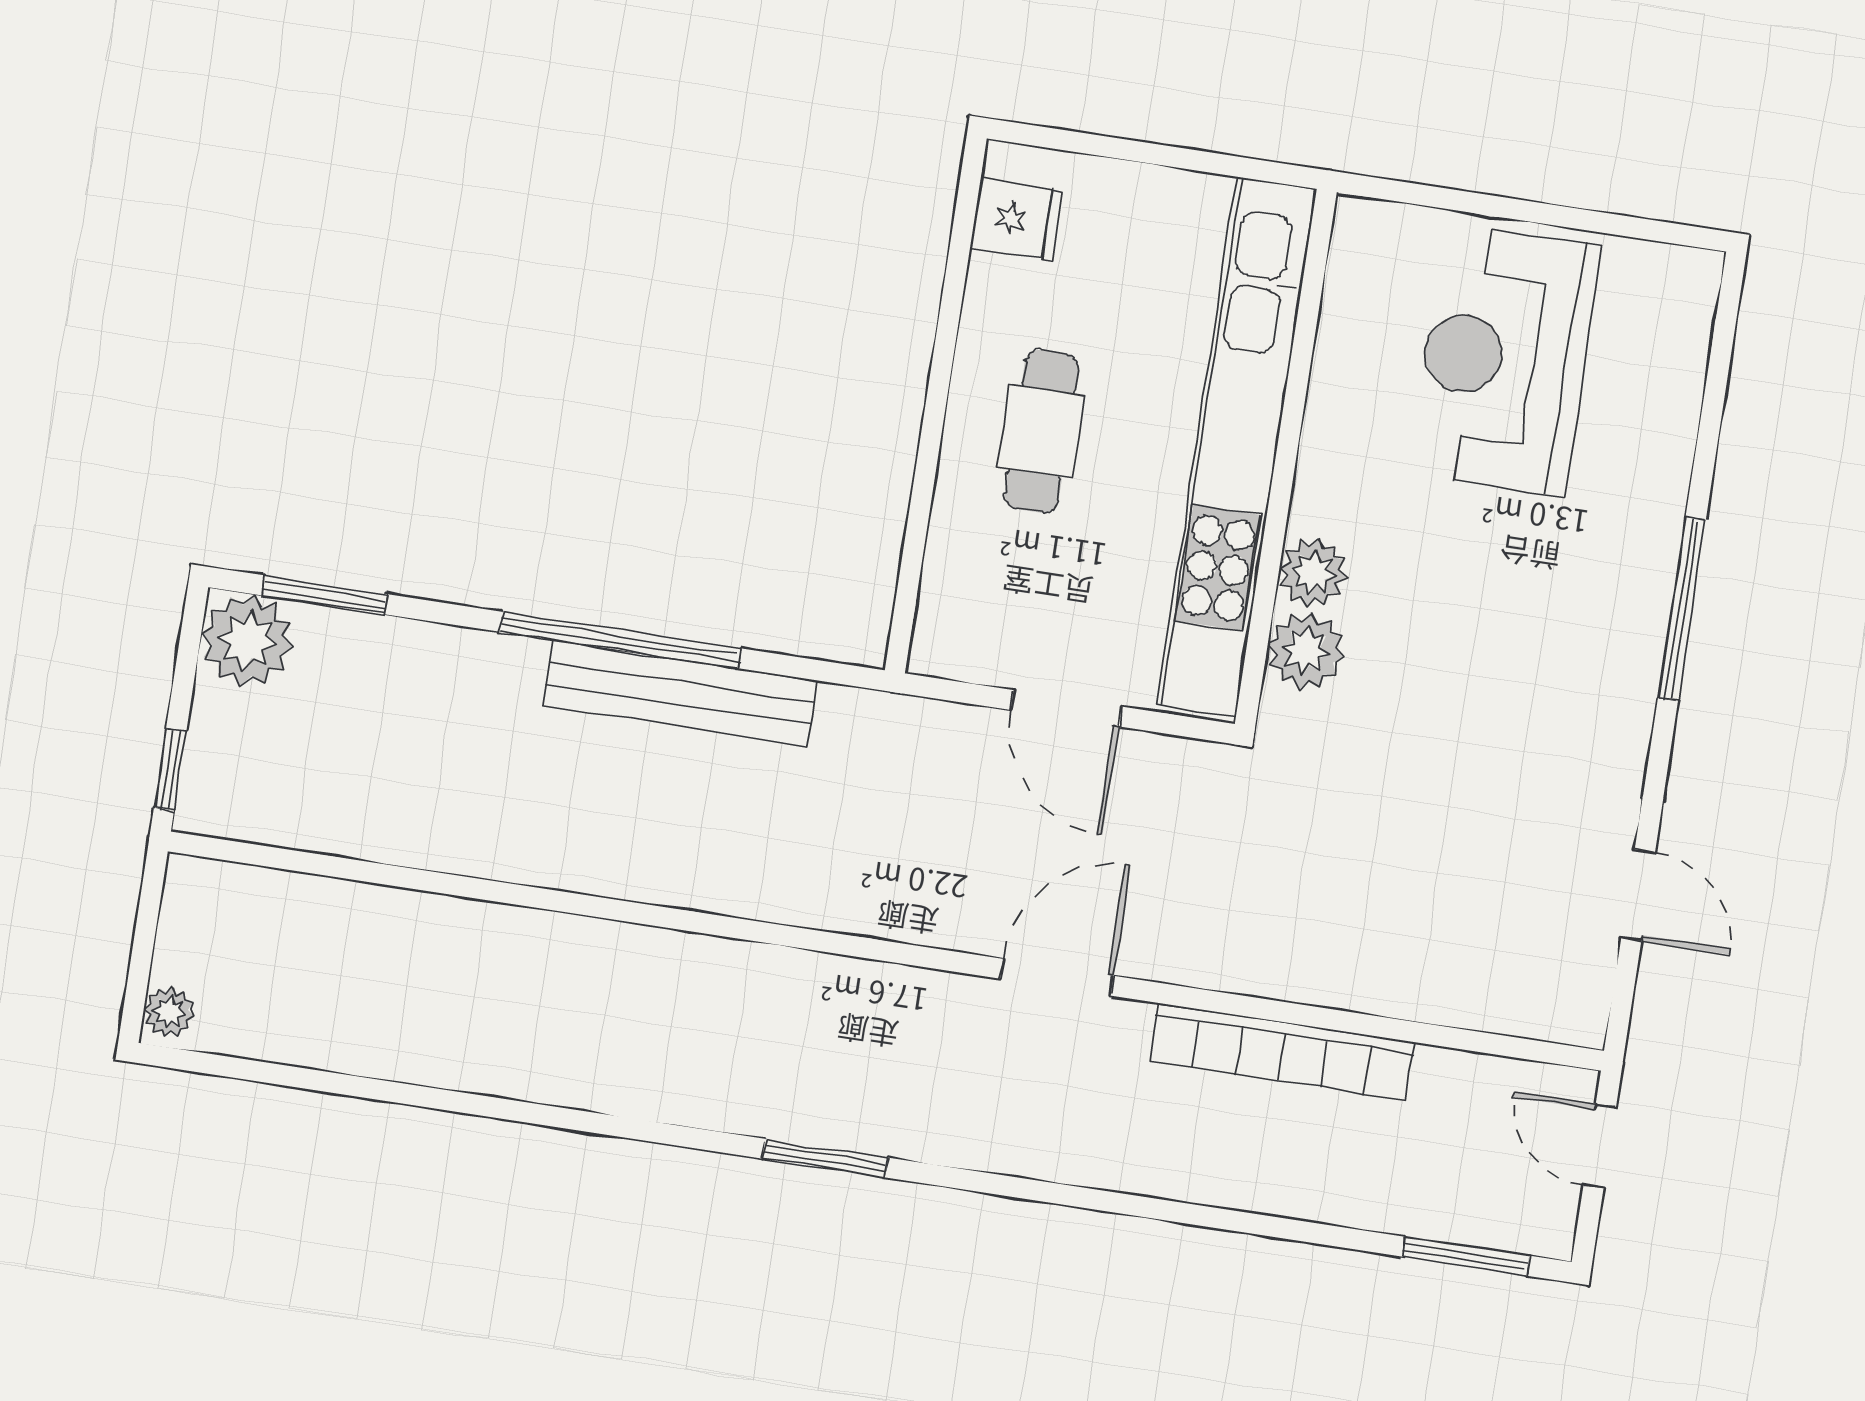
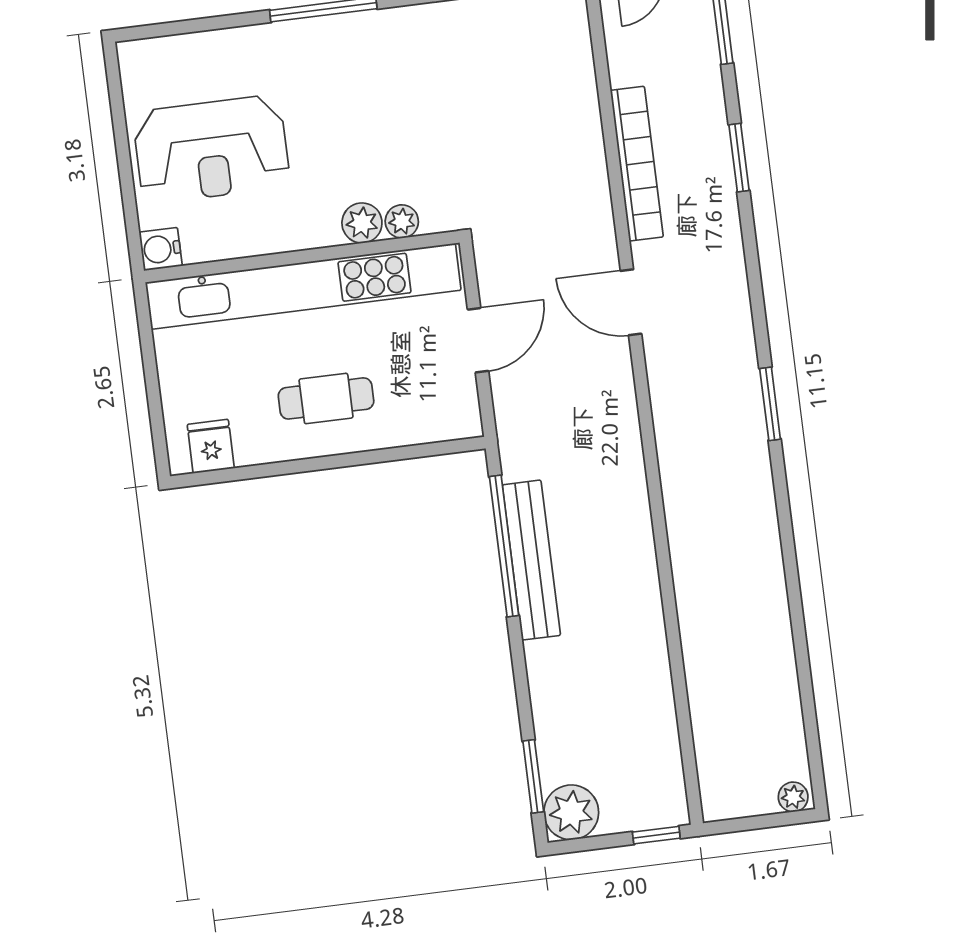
water cooler: (1364, 230) -> (161, 249), added
window: (620, 640) -> (504, 546), moved
plant: (1306, 651) -> (402, 221), width x0.73, depth x0.73
window: (1244, 1222) -> (739, 158), added

